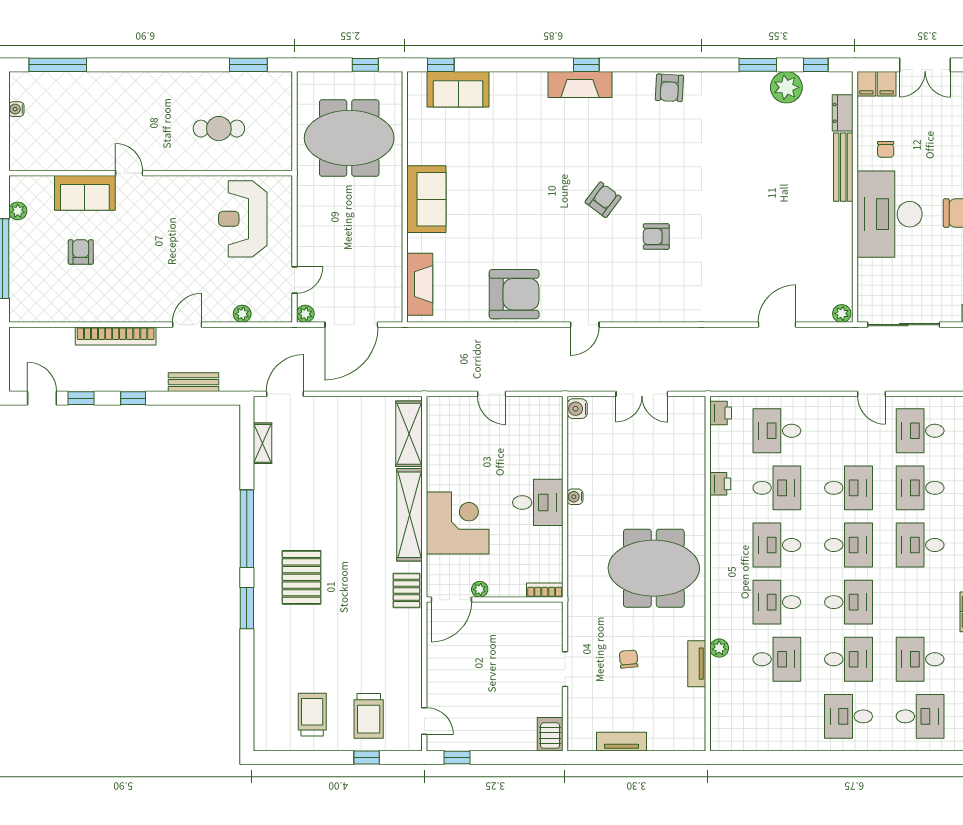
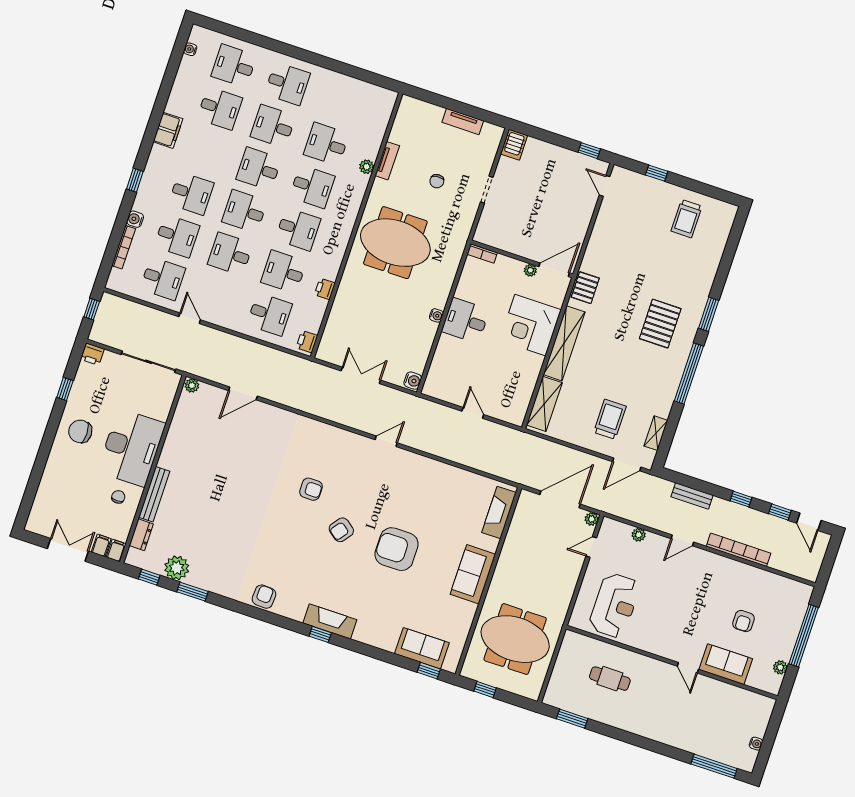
armchair: (514, 294) -> (397, 549), moved
trolley: (369, 716) -> (610, 419), moved

